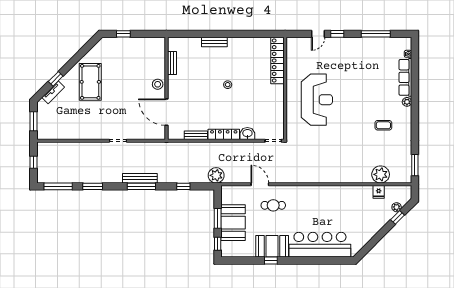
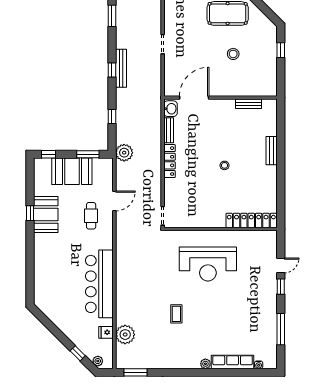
door: (318, 34) -> (281, 265), swing flipped
stool: (158, 84) -> (233, 54), moved
coffee table: (383, 125) -> (176, 314), moved
washbasin: (247, 134) -> (171, 109), moved
window: (141, 186) -> (112, 70), width x0.46
plant: (397, 207) -> (98, 361), moved
window: (218, 218) -> (88, 154), moved
bar counter: (320, 245) -> (99, 284), moved, turned 180

